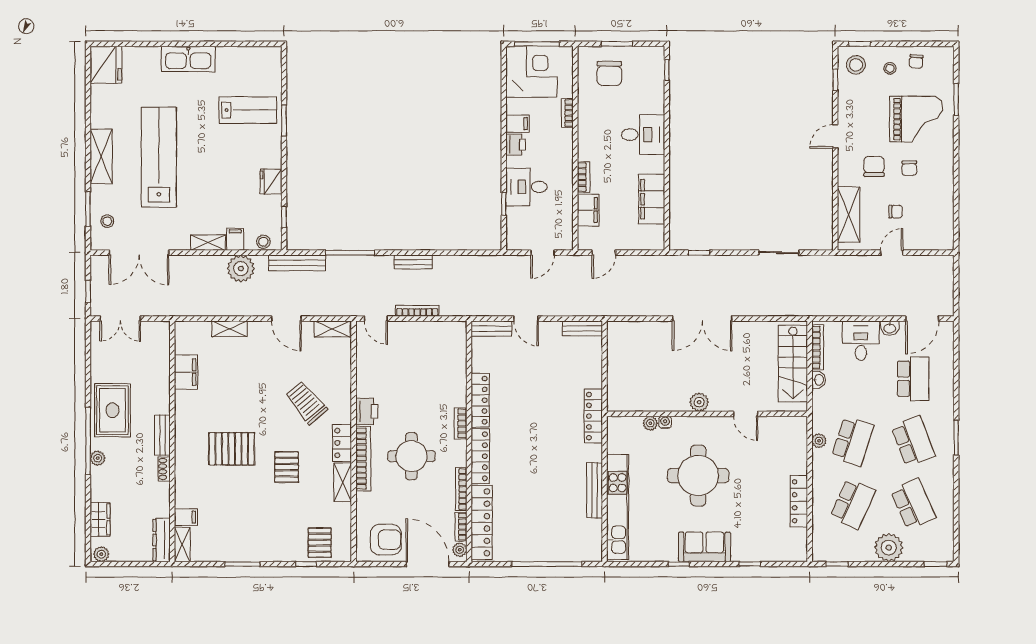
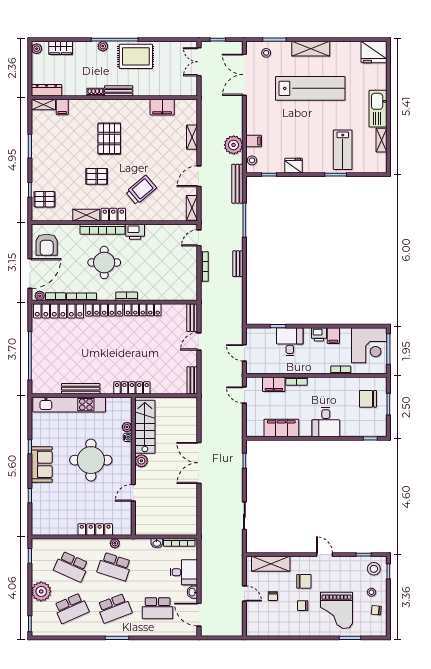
shelving: (208, 243) -> (381, 140), moved
stairs: (793, 364) -> (145, 427), moved, turned 90
locker: (799, 501) -> (95, 529), moved

